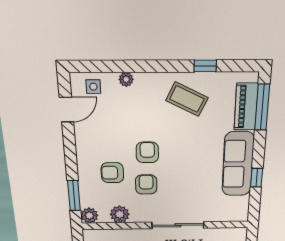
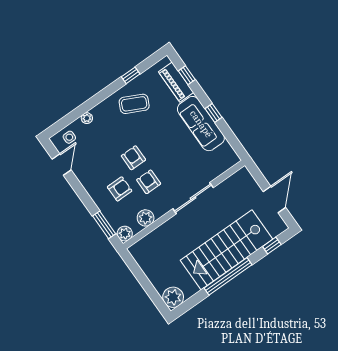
window: (262, 107) -> (187, 75), width x0.46
armchair: (112, 173) -> (120, 189), turned 180
window: (257, 178) -> (213, 113), moved

